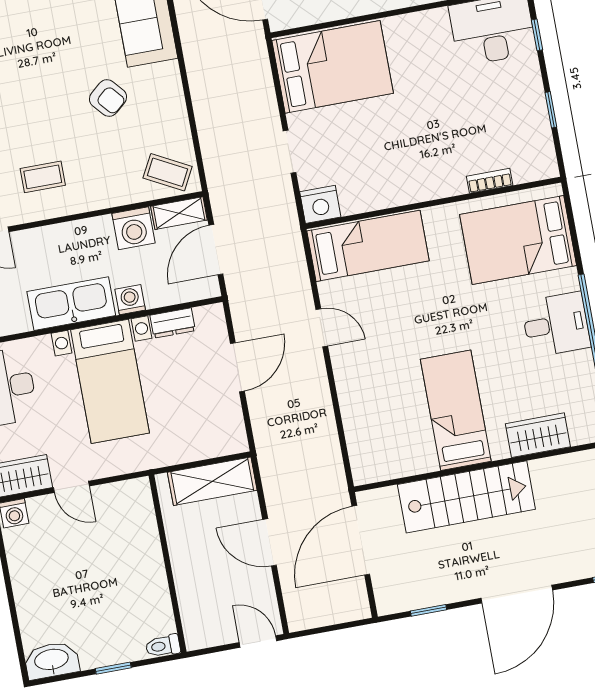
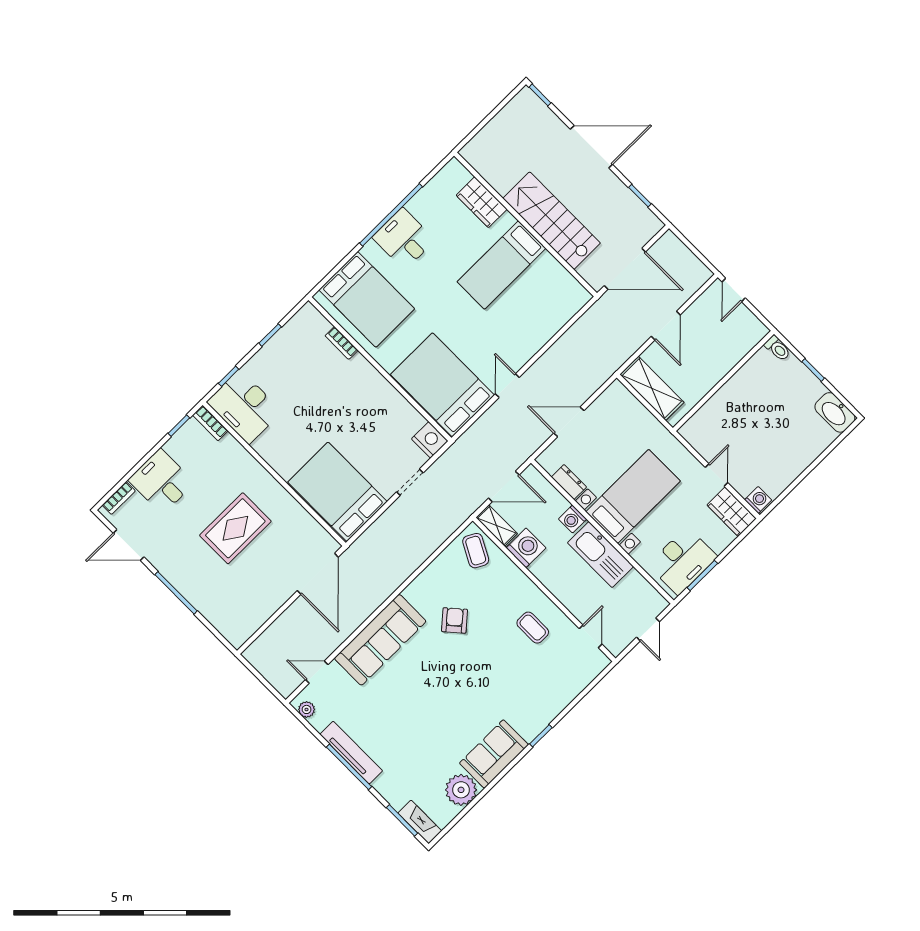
bed: (368, 246) -> (442, 385), width x1.50

